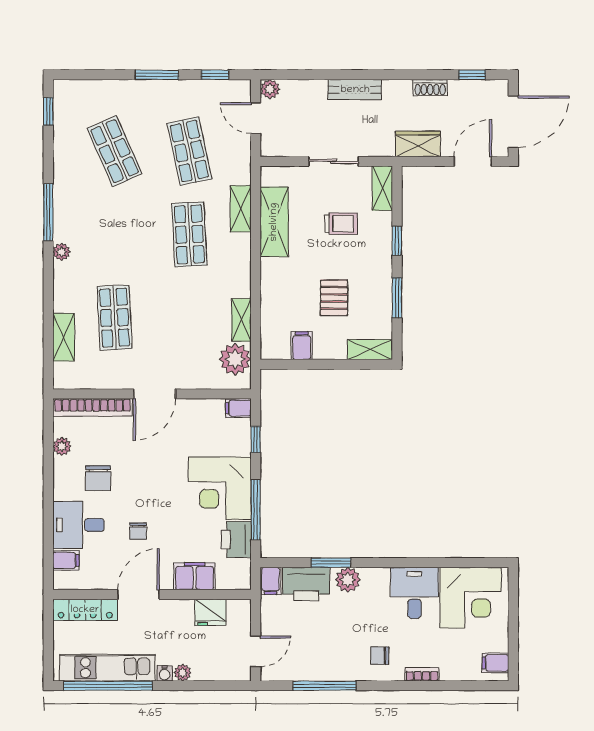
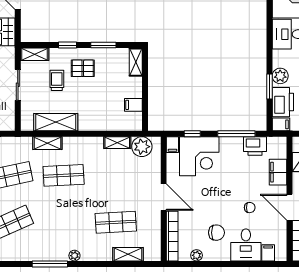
pallet: (334, 298) -> (83, 68), moved
corner desk: (220, 488) -> (199, 156), moved

